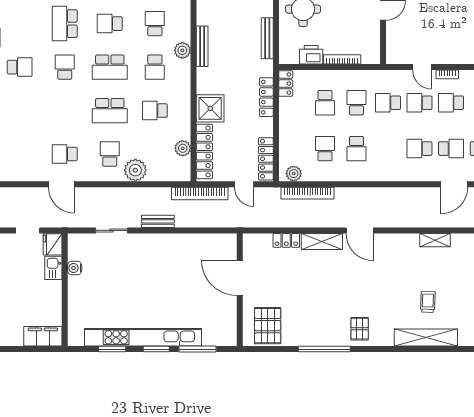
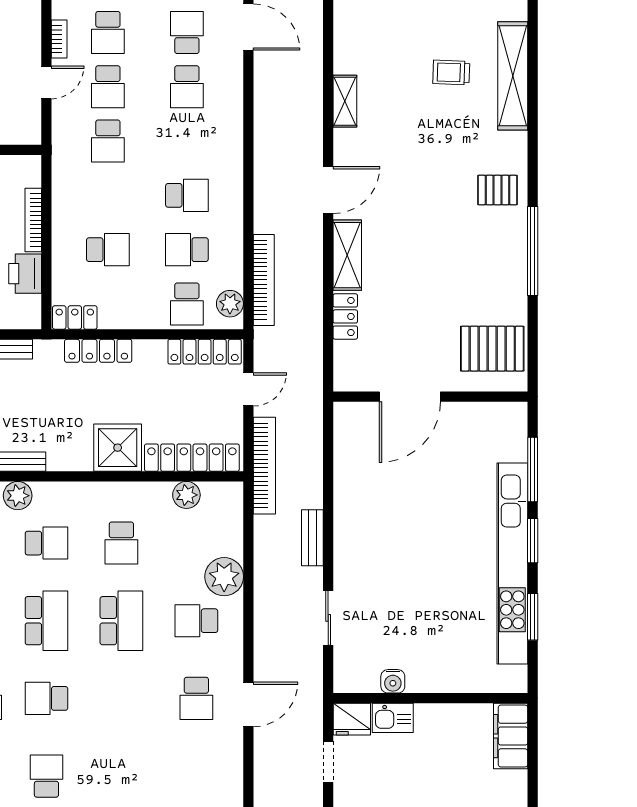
school desk: (357, 103) -> (187, 304), moved, turned -90
shelving: (435, 240) -> (345, 101), moved

